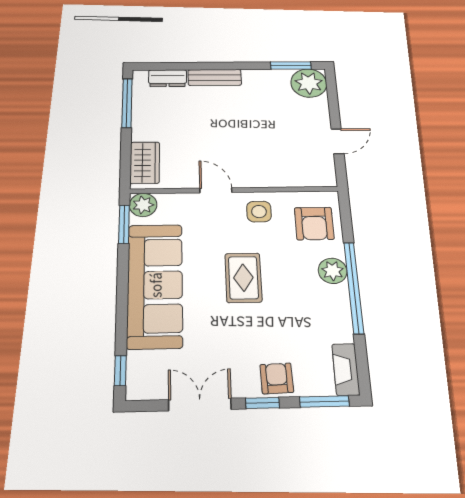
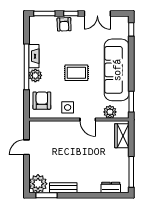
bench: (215, 78) -> (63, 188), moved
plant: (143, 205) -> (110, 112), moved
rug: (243, 278) -> (76, 73), turned 90
fireplace: (346, 369) -> (34, 56), moved

